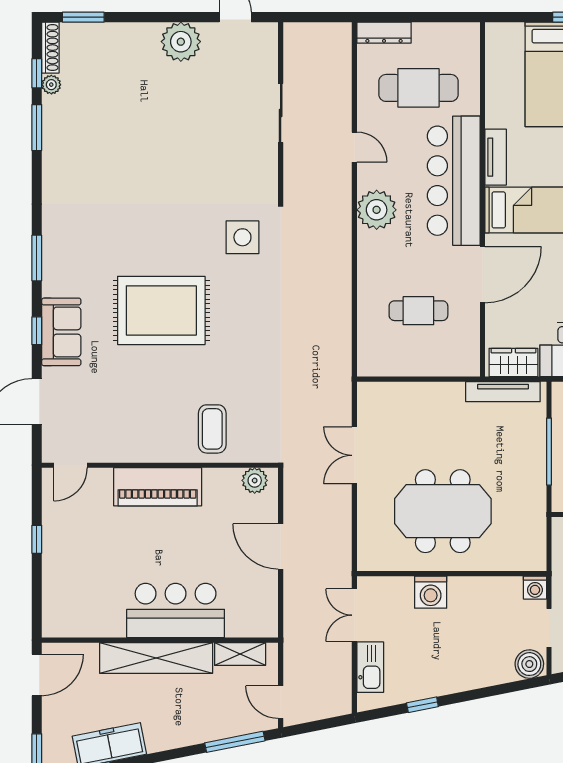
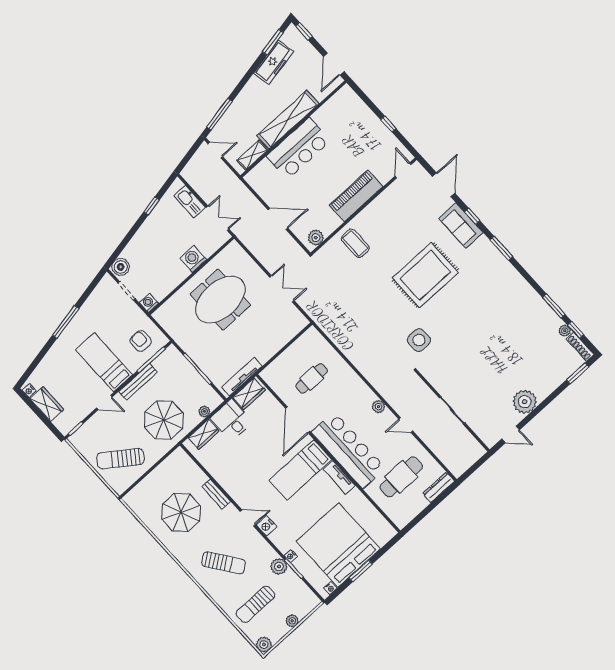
plant: (377, 210) -> (378, 407), width x0.53, depth x0.53

